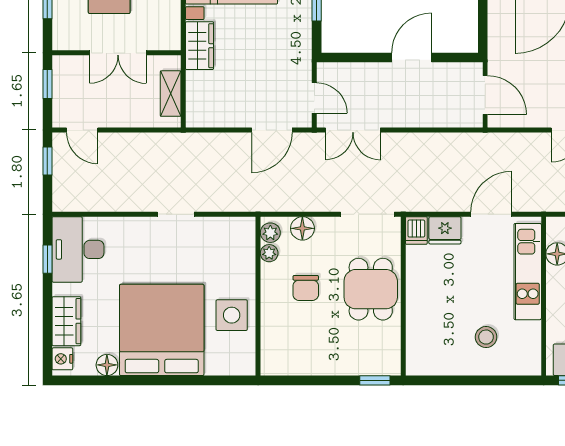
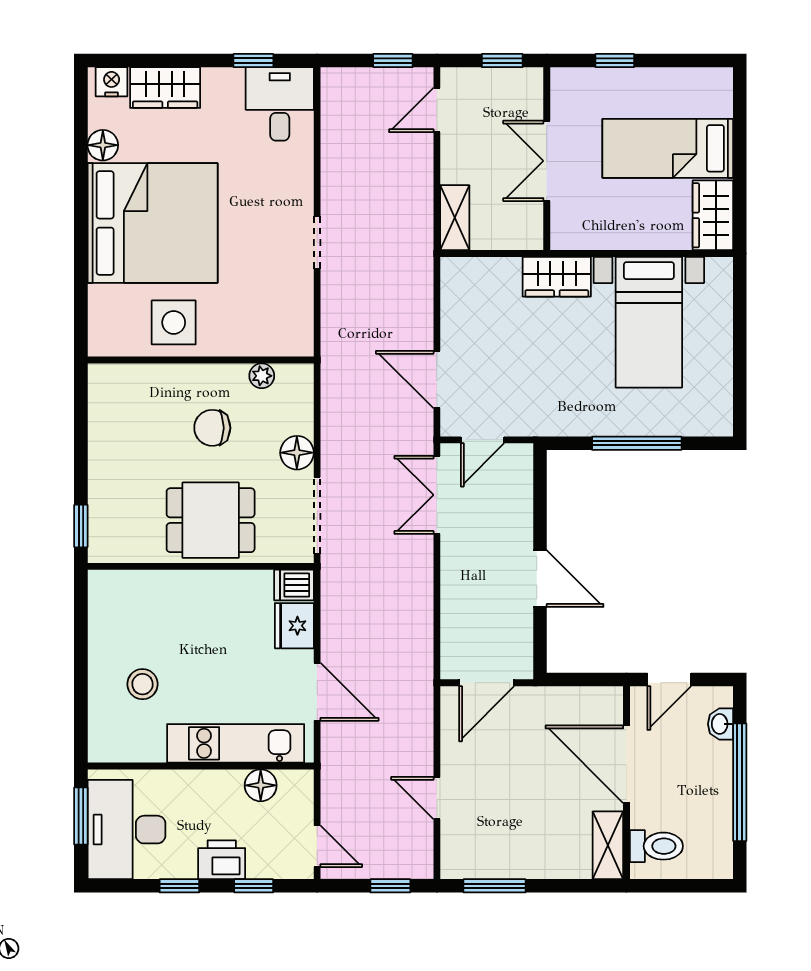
shelving: (171, 94) -> (455, 218), moved, turned 90
floor lamp: (302, 228) -> (297, 453), moved
plant: (270, 233) -> (291, 377), removed
desk: (78, 249) -> (280, 104), width x0.73

